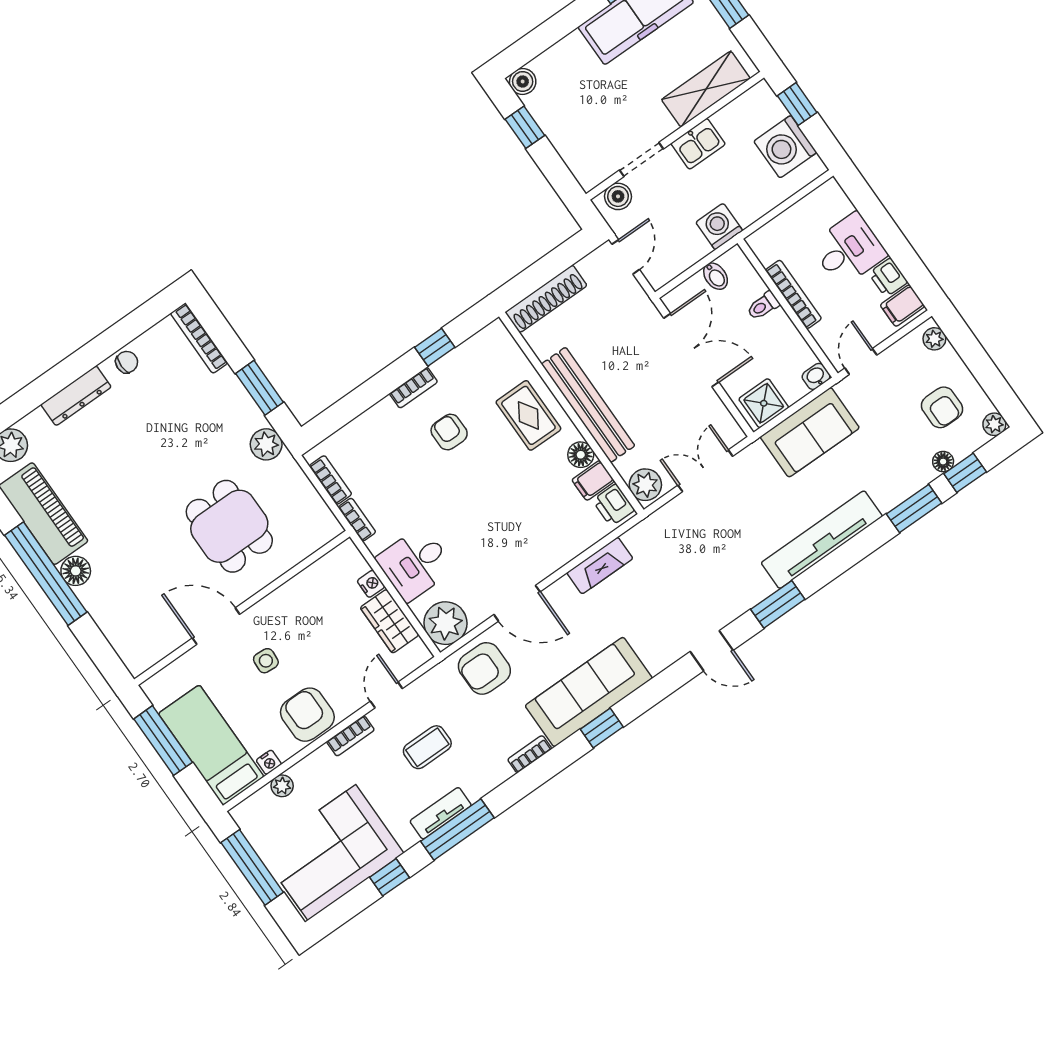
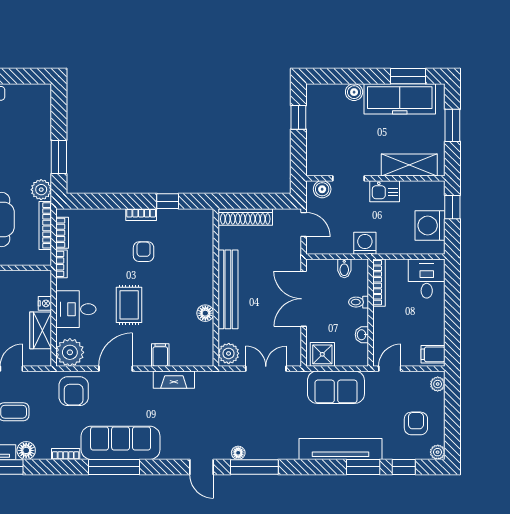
boiler: (523, 81) -> (354, 92), moved
desk: (849, 250) -> (427, 279), moved, turned -90
door: (626, 257) -> (304, 224), hinge flipped
printer: (888, 278) -> (436, 334), removed
bookcase: (793, 294) -> (379, 283), moved
bookcase: (199, 338) -> (45, 225), moved
double door: (691, 350) -> (304, 299), swing flipped
washbasin: (816, 376) -> (362, 335), moved, turned -90
armchair: (942, 407) -> (416, 423), turned 180
rug: (528, 415) -> (129, 305), moved
floor lamp: (943, 462) -> (238, 453), moved
filing cabinet: (593, 480) -> (160, 355), moved, turned 90
printer: (614, 505) -> (204, 352), removed
tv unit: (822, 540) -> (340, 449), moved
door: (517, 603) -> (116, 369), swing flipped
window: (778, 604) -> (254, 467), width x1.44
armchair: (484, 668) -> (74, 391), turned -90
window: (602, 728) -> (114, 467), width x2.17
floor lamp: (477, 785) -> (26, 450), added

